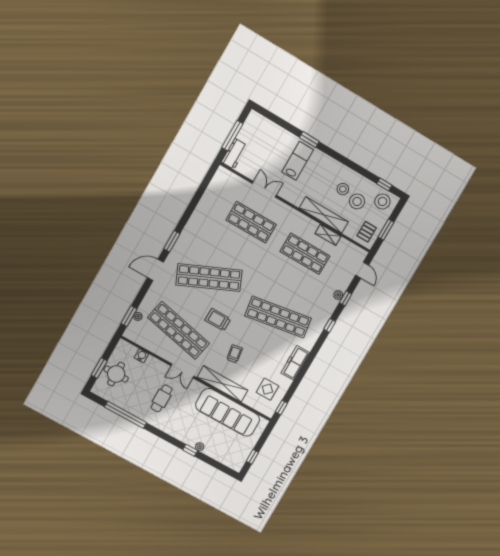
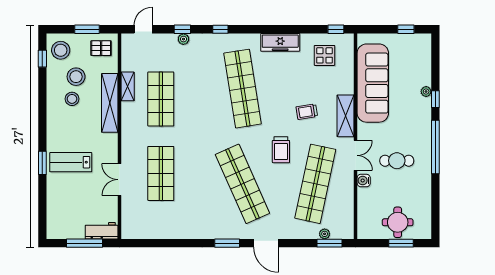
water cooler: (141, 356) -> (364, 181), moved
shelving: (222, 384) -> (346, 116), width x0.68
window: (126, 415) -> (435, 147), moved

